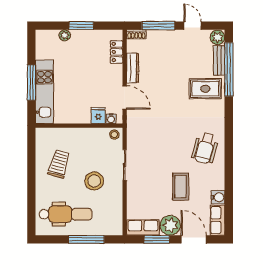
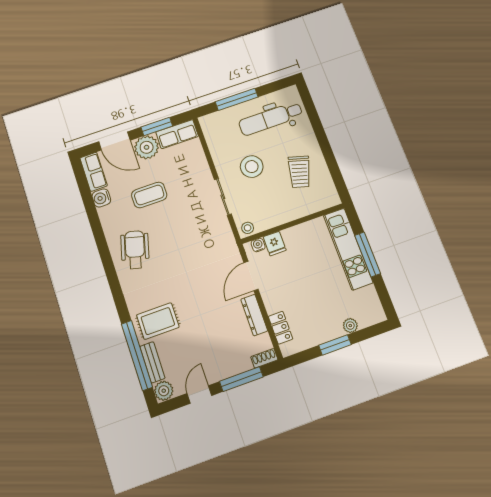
door: (193, 26) -> (199, 394), swing flipped
door: (125, 97) -> (251, 276), hinge flipped
coffee table: (181, 187) -> (149, 195), turned 90

